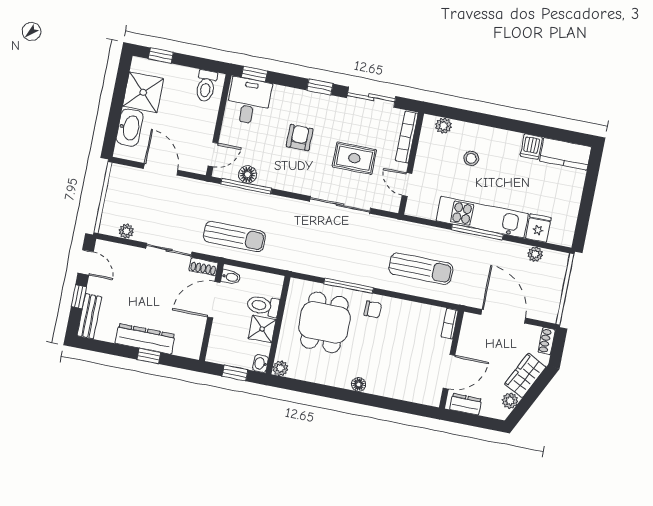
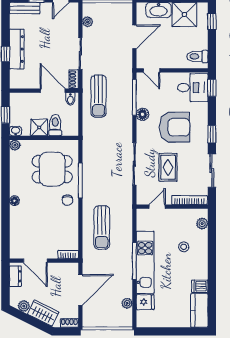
armchair: (300, 138) -> (175, 127), width x1.88, depth x1.88
floor lamp: (248, 174) -> (142, 114), moved

